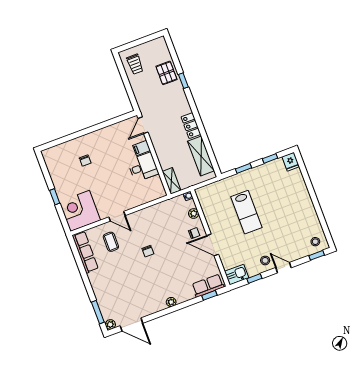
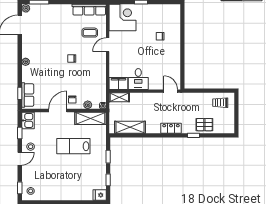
locker: (191, 126) -> (171, 128), moved
filing cabinet: (142, 148) -> (118, 83), moved, width x2.00
shelving: (208, 205) -> (91, 118), added

